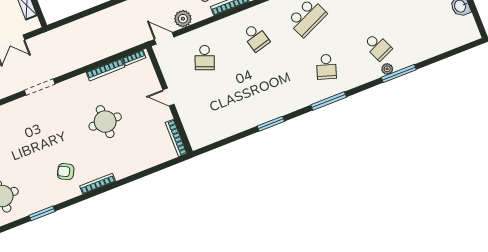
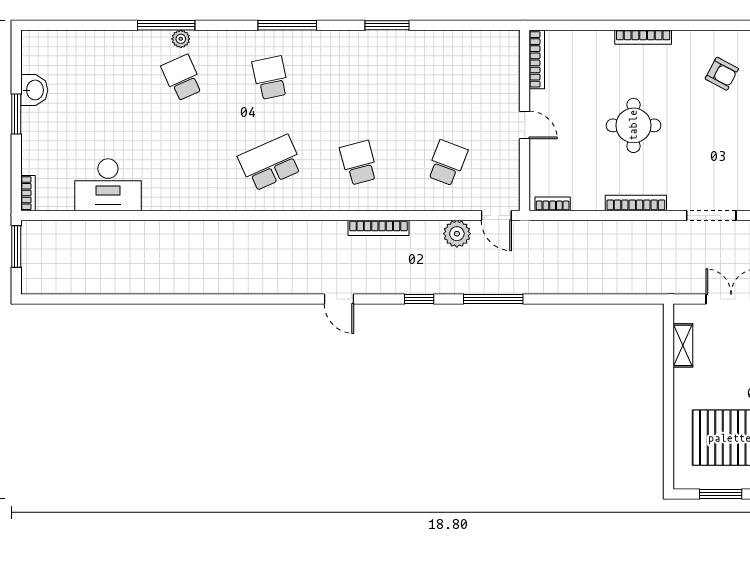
school desk: (326, 67) -> (270, 78), turned -30
bookcase: (105, 70) -> (636, 203), moved
bookcase: (98, 184) -> (643, 37), moved

